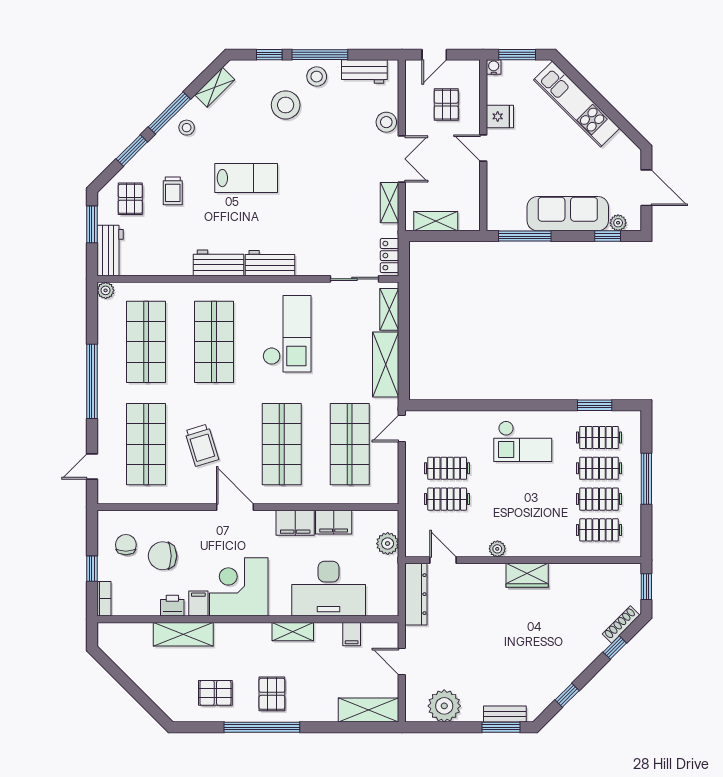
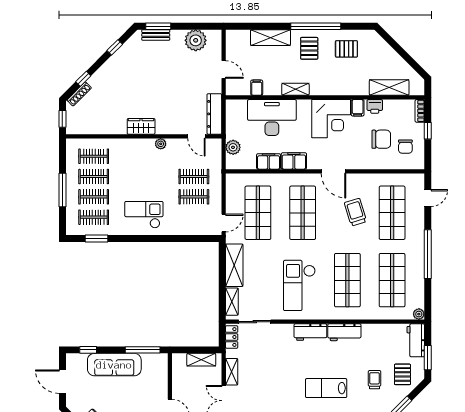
plant: (618, 223) -> (81, 359), removed
shelving: (183, 634) -> (389, 88), moved
shelving: (368, 710) -> (270, 38), moved

